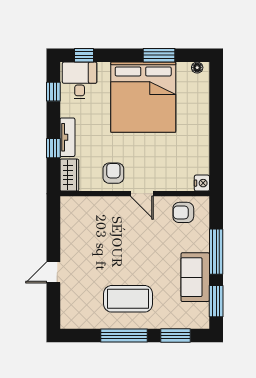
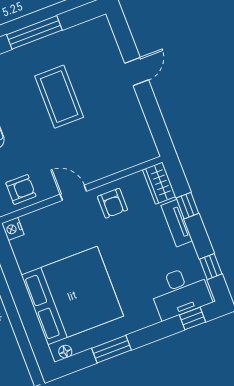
desk: (80, 80) -> (180, 292), width x1.37
bed: (143, 97) -> (72, 296), moved, turned 90
coffee table: (128, 299) -> (59, 97), moved, turned 90

